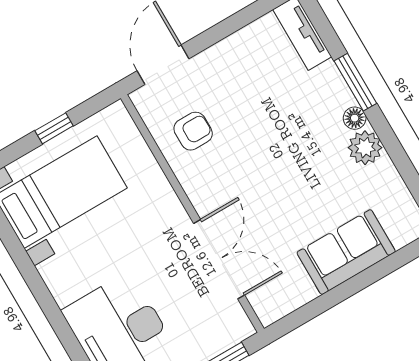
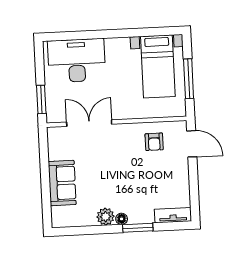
window: (54, 128) -> (189, 79), width x2.17
double door: (219, 259) -> (89, 123), swing flipped

